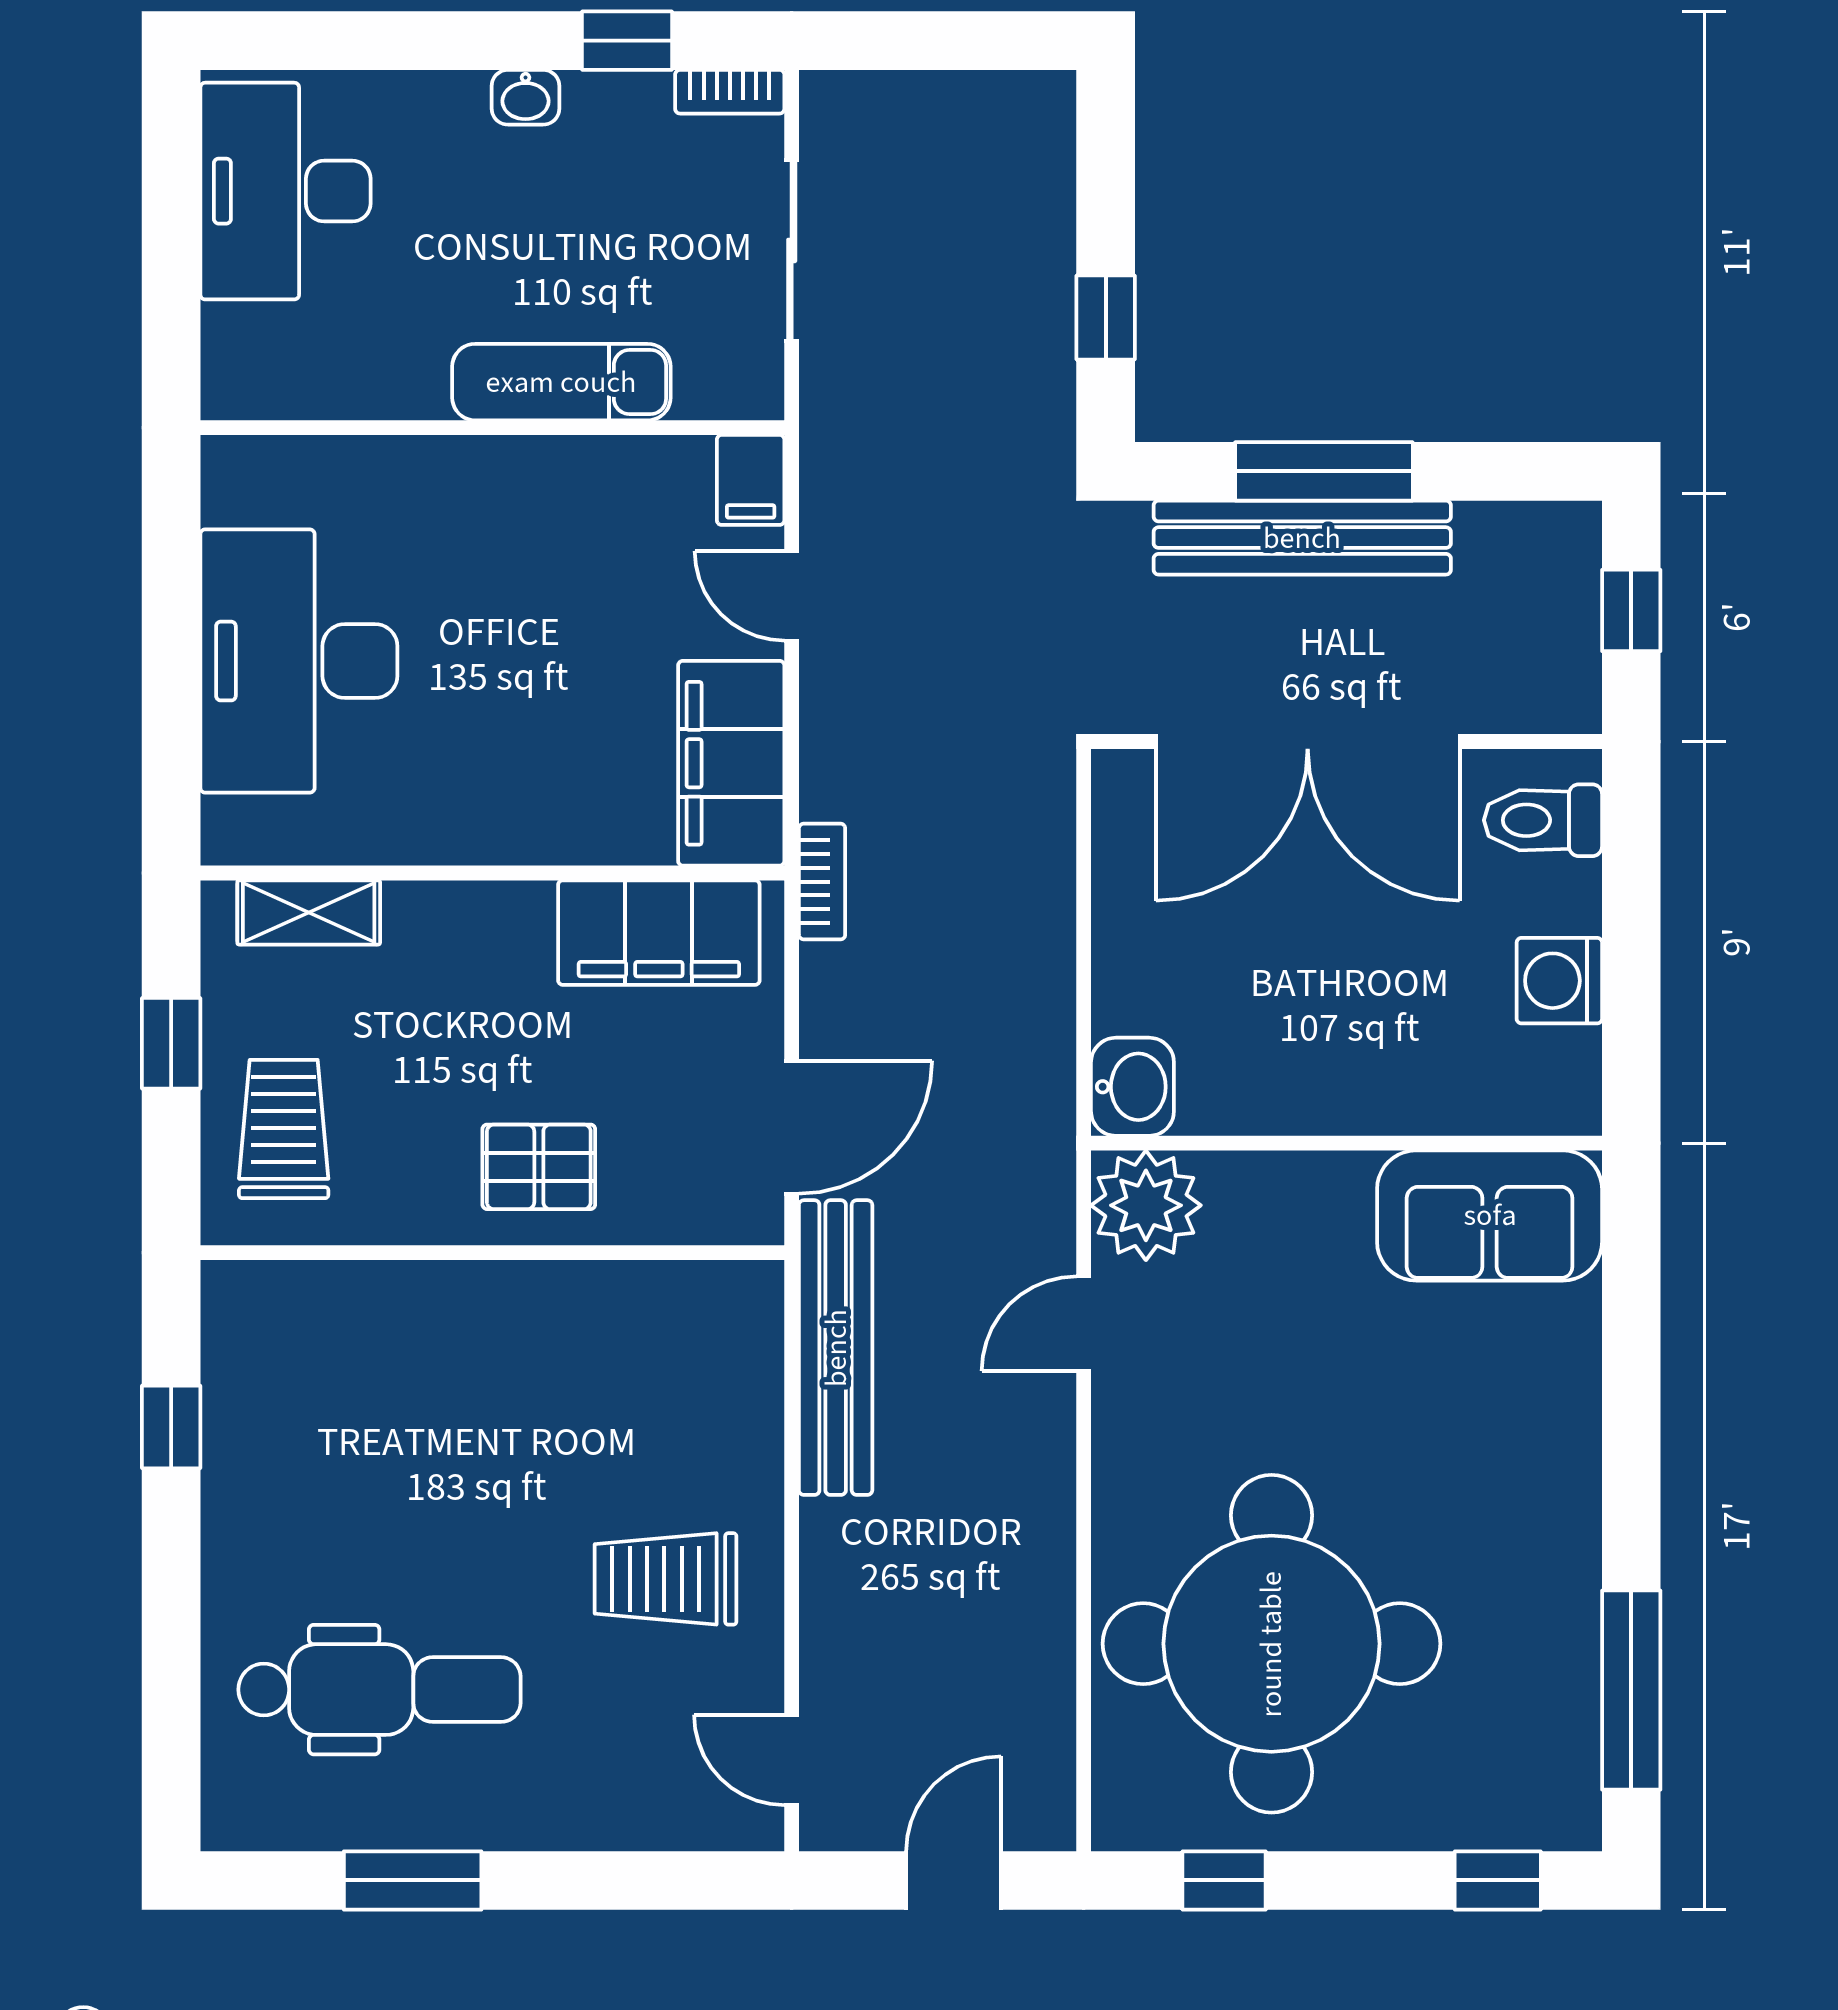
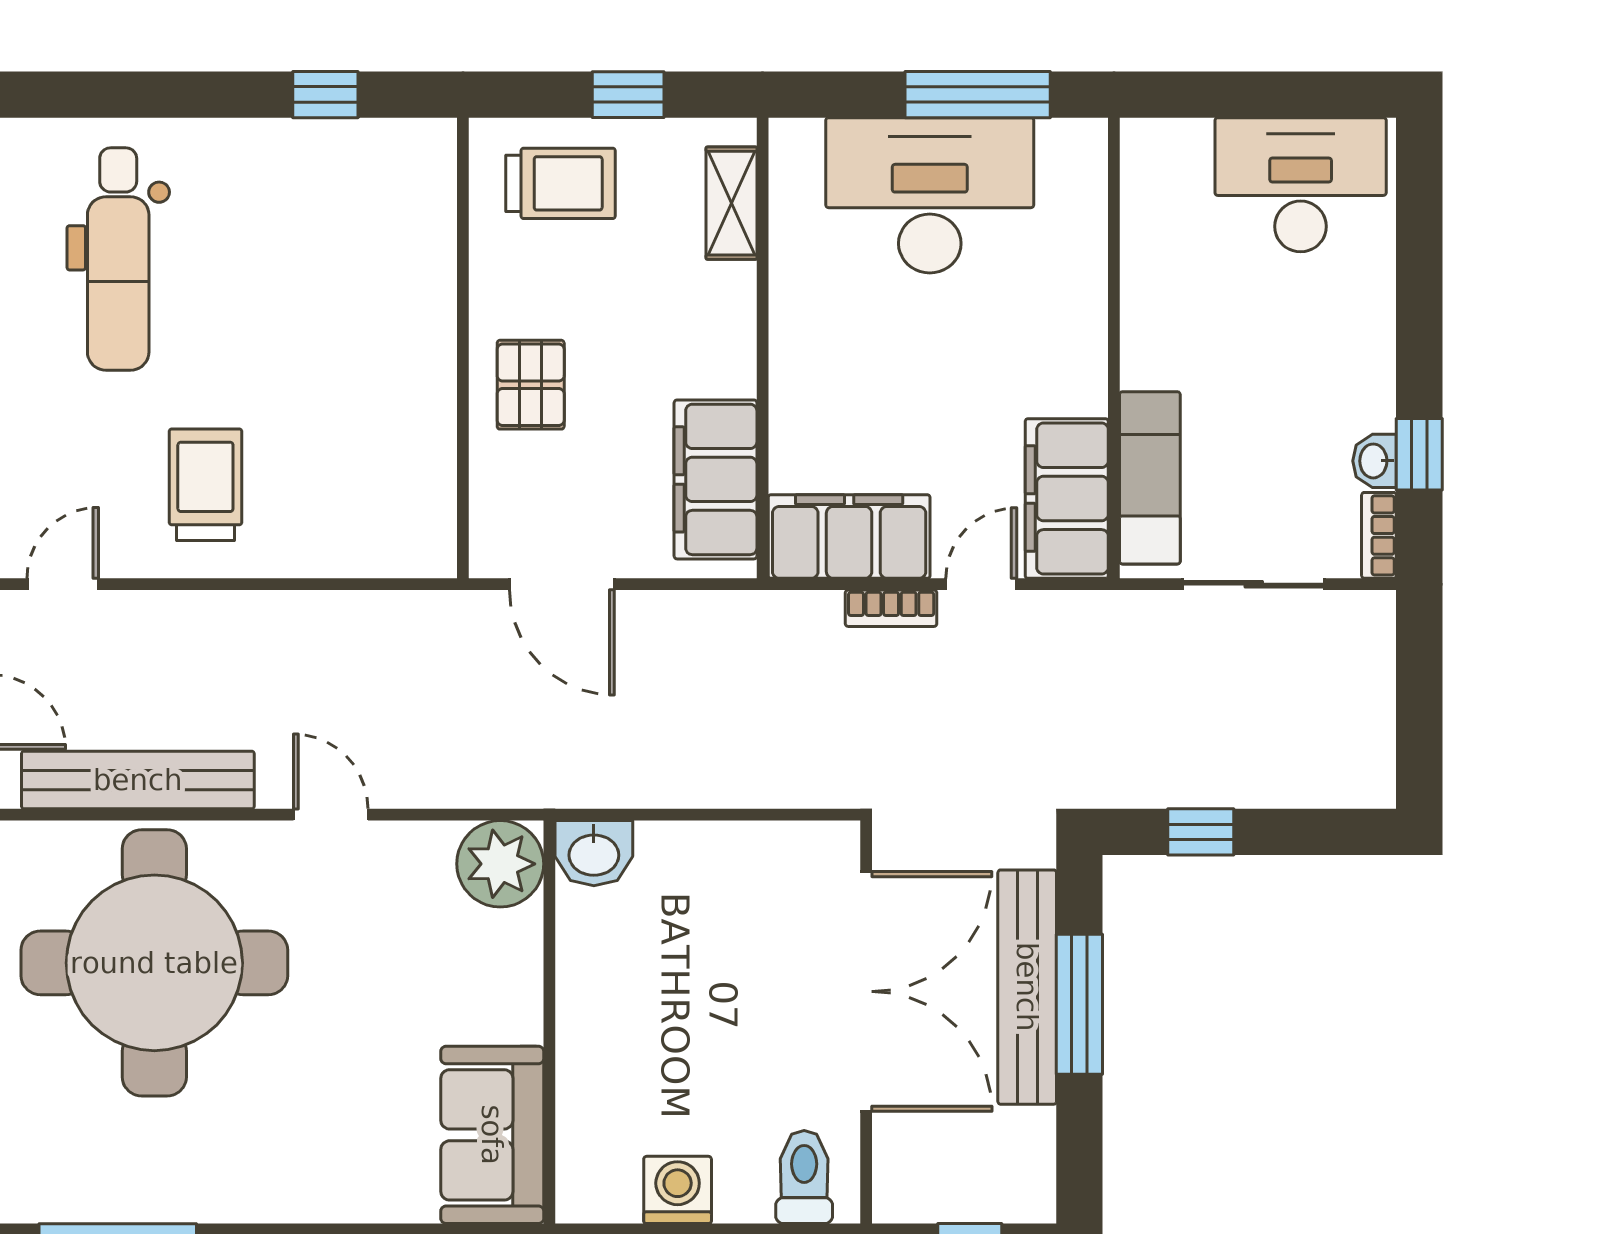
washbasin: (526, 97) -> (1375, 461), moved
exam couch: (561, 382) -> (1150, 478), moved
filing cabinet: (751, 480) -> (1067, 499), width x3.00, depth x1.17
window: (171, 600) -> (978, 95), added
double door: (1308, 742) -> (866, 991), swing flipped
bookcase: (822, 882) -> (891, 608), moved
door: (1084, 1324) -> (331, 815), moved
bench: (836, 1348) -> (138, 780), moved

